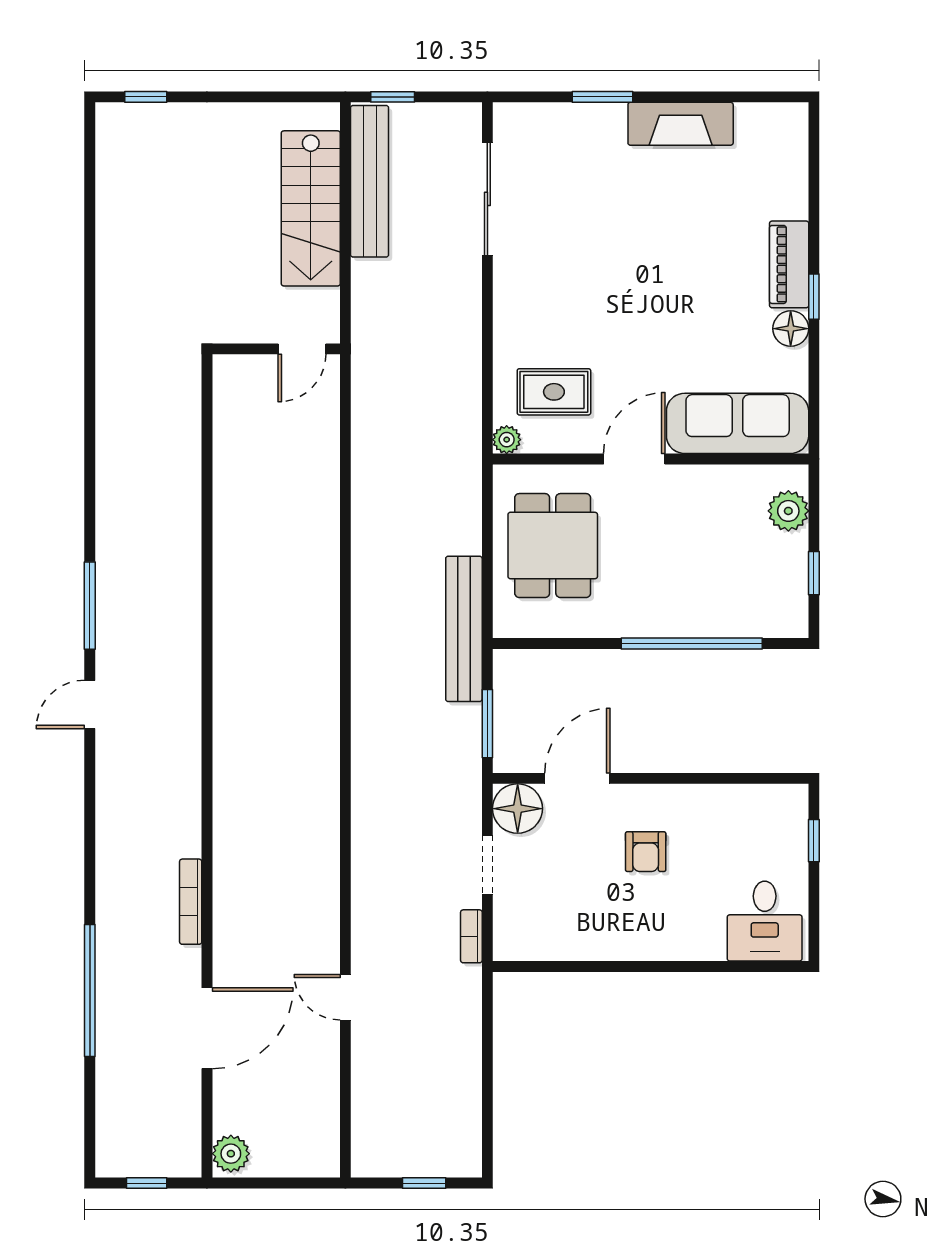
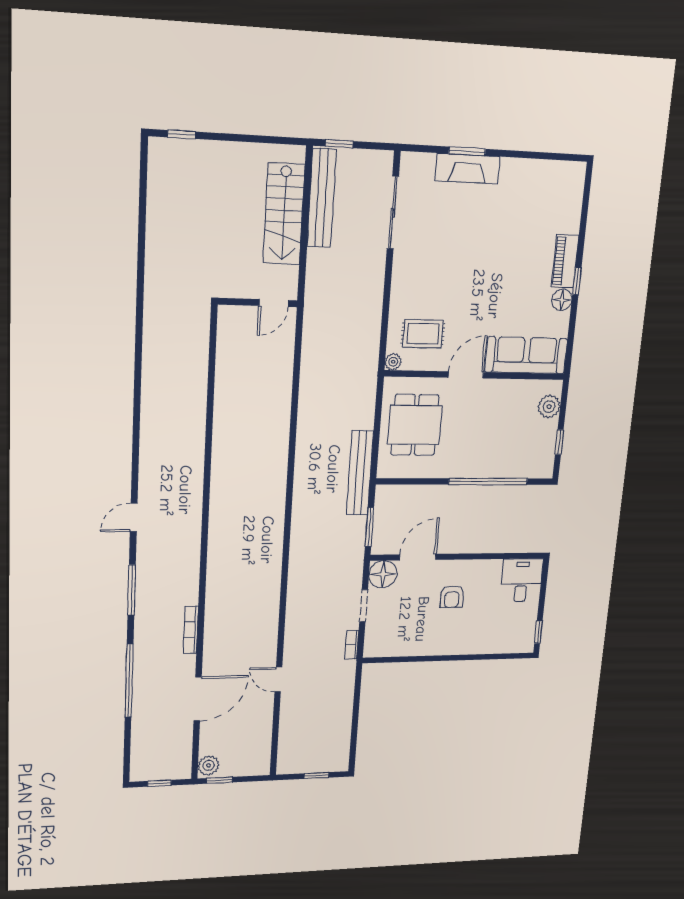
fireplace: (681, 124) -> (468, 169), moved
window: (90, 606) -> (132, 590), moved
window: (814, 841) -> (538, 632), moved
desk: (765, 921) -> (521, 580), moved, turned 180
window: (251, 1183) -> (219, 780), added

